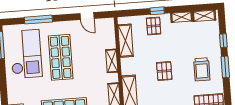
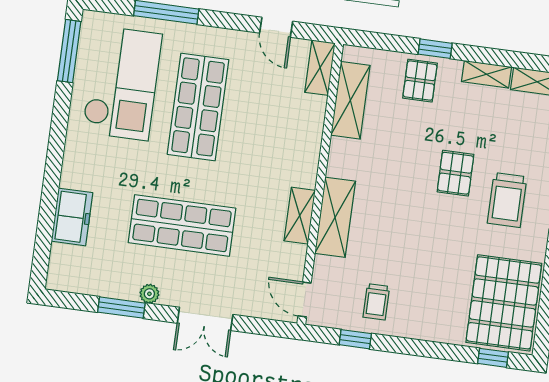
shelving: (112, 61) -> (320, 68), moved
pallet: (164, 71) -> (455, 173), moved

